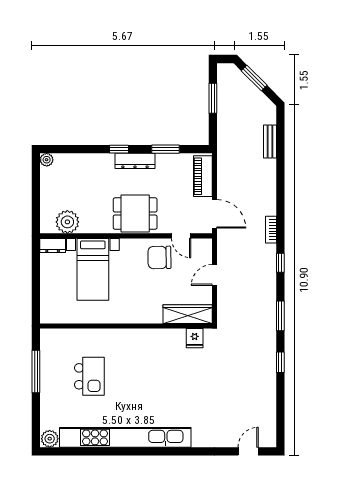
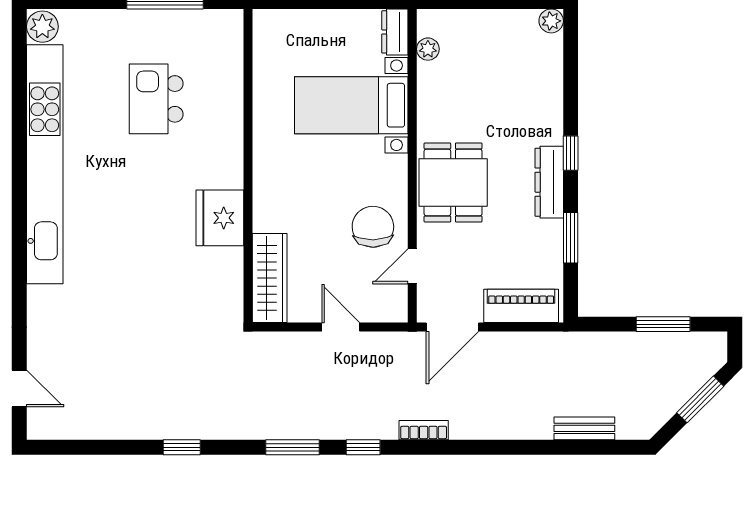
plant: (67, 222) -> (428, 49), width x0.53, depth x0.53
window: (280, 316) -> (293, 447), moved
fridge: (195, 338) -> (220, 218), moved, width x1.88, depth x1.34
kitchen island: (89, 376) -> (156, 99), turned 90

